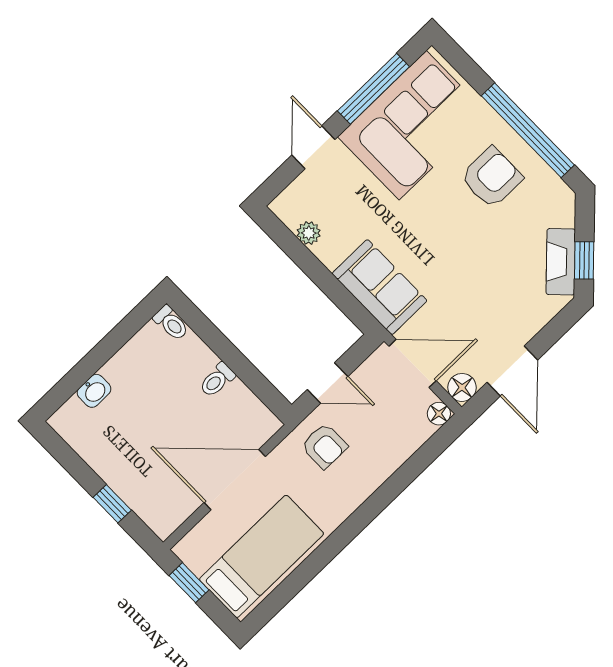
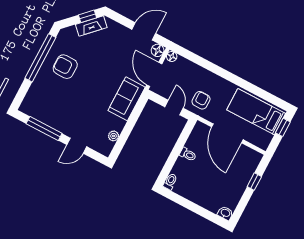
corner sofa: (413, 125) -> (54, 107), removed
washbasin: (94, 391) -> (225, 213), moved
window: (189, 583) -> (283, 127), moved

